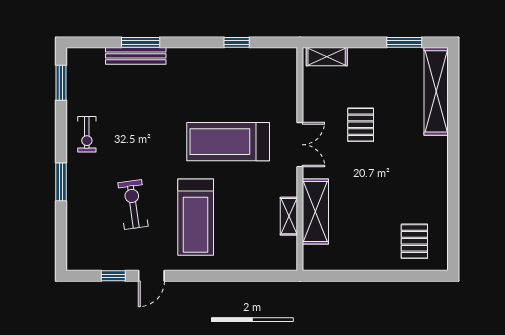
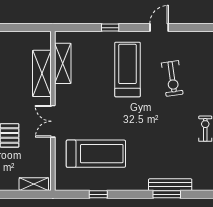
treadmill: (228, 142) -> (96, 154), moved
shelving: (289, 216) -> (63, 63), width x1.50, depth x1.33
window: (113, 276) -> (110, 28), moved

